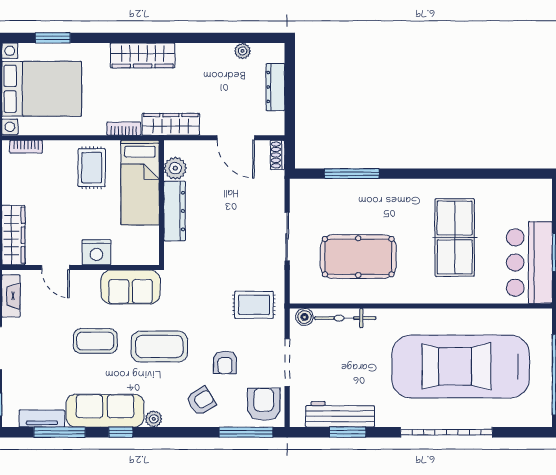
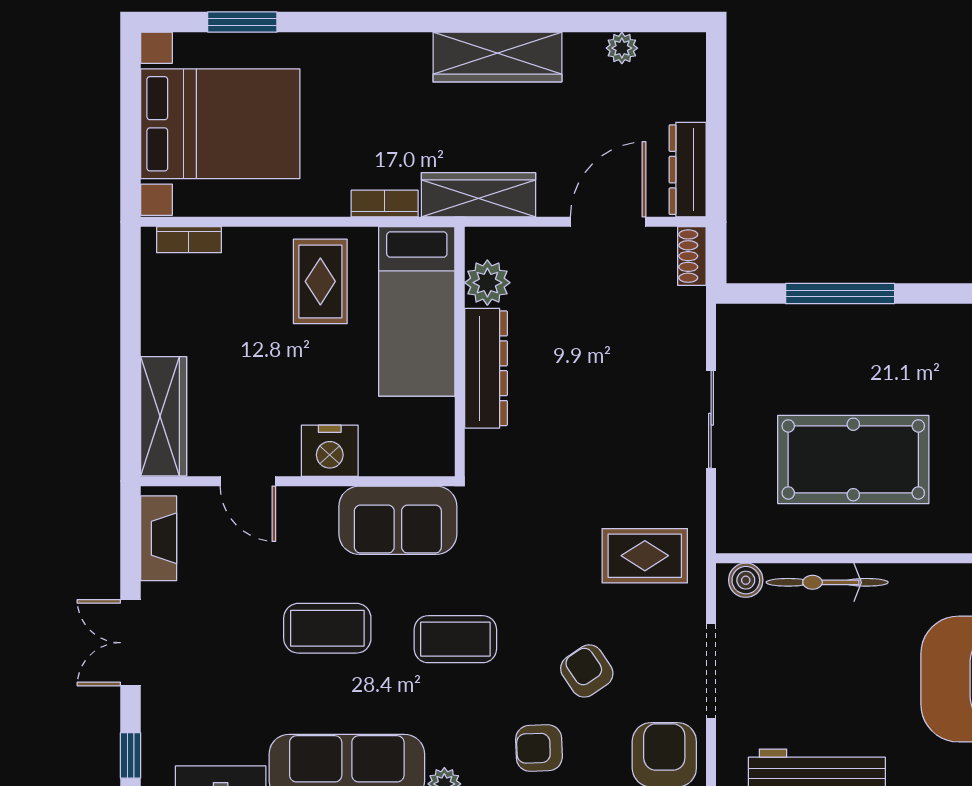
wardrobe: (143, 55) -> (497, 57), moved
dresser: (275, 87) -> (688, 170), moved
door: (236, 138) -> (608, 222), swing flipped
coffee table: (159, 346) -> (455, 639), width x0.73, depth x0.76
armchair: (225, 362) -> (587, 671), turned 146
armchair: (201, 401) -> (539, 748), turned -151

